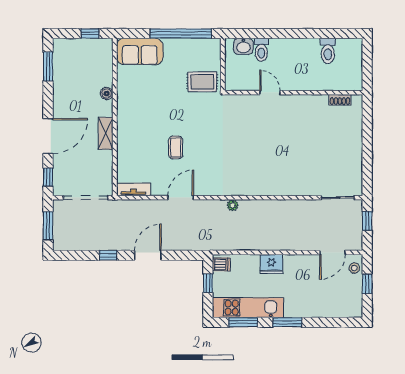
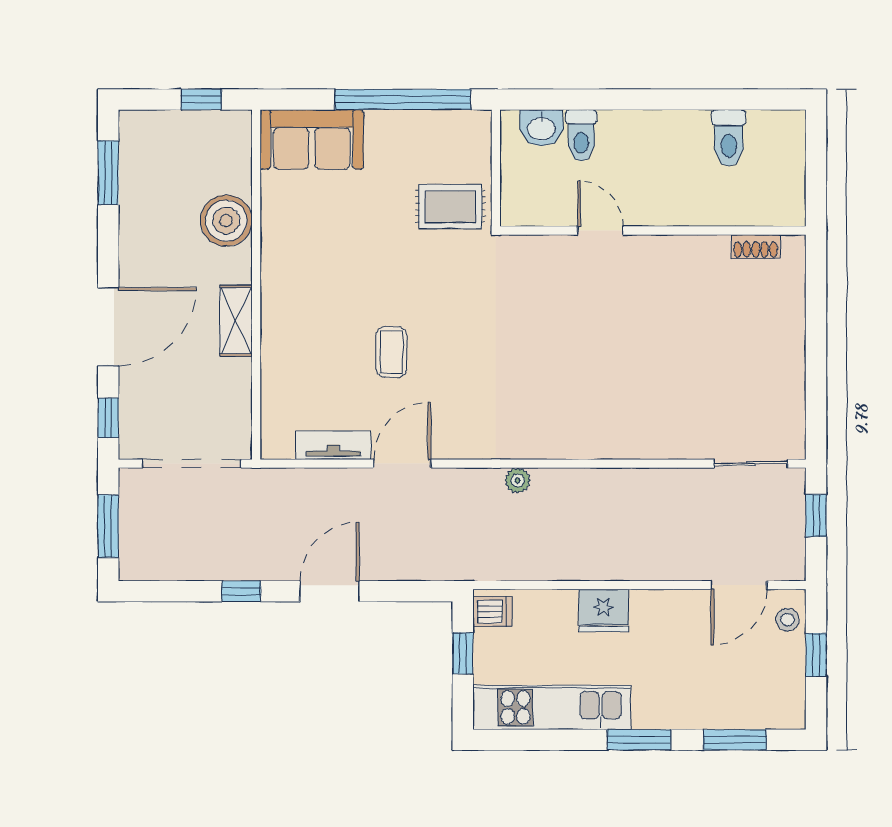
boiler: (107, 94) -> (226, 221), width x1.86, depth x1.86
tv unit: (134, 189) -> (333, 445), moved
window: (243, 322) -> (735, 740), moved

